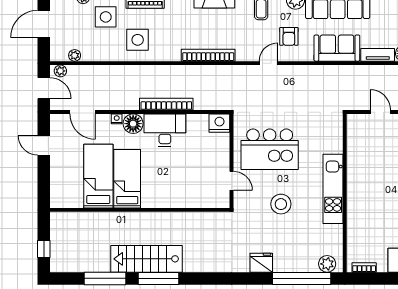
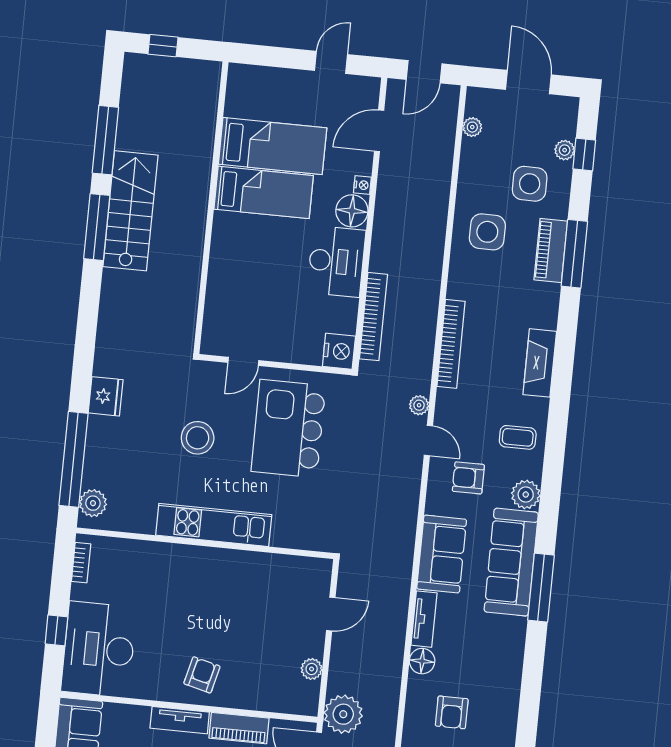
plant: (60, 71) -> (419, 405), moved
bookcase: (166, 104) -> (373, 317), moved

